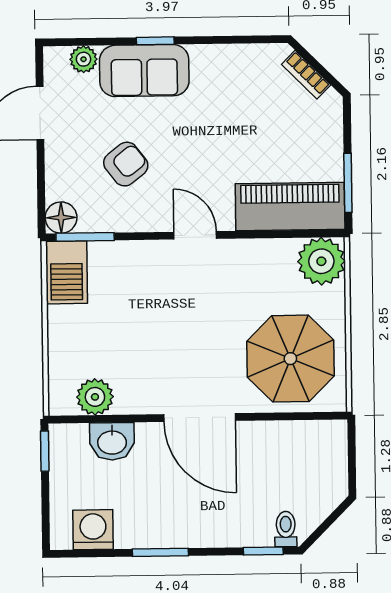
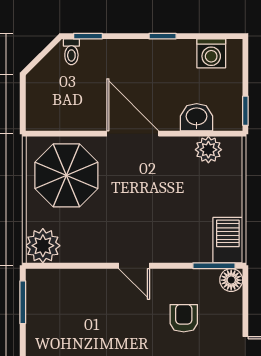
armchair: (126, 164) -> (184, 318), turned 128
piano: (290, 207) -> (65, 286), removed
window: (160, 552) -> (163, 36), width x0.67

